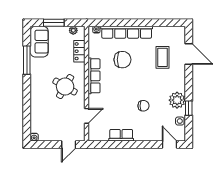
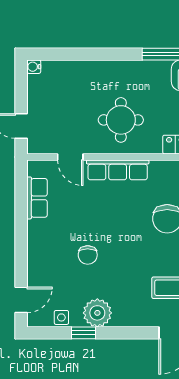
row of seats: (94, 76) -> (118, 170), moved
round table: (65, 87) -> (121, 120), turned -30
row of seats: (121, 135) -> (37, 198), moved

